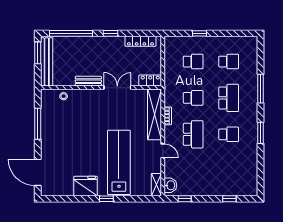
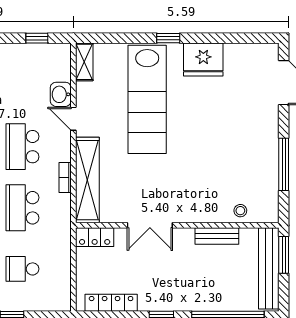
window: (38, 53) -> (284, 255), moved
bench: (88, 81) -> (217, 236), moved
school desk: (193, 98) -> (22, 208), width x1.85
washbasin: (170, 185) -> (61, 94), moved

